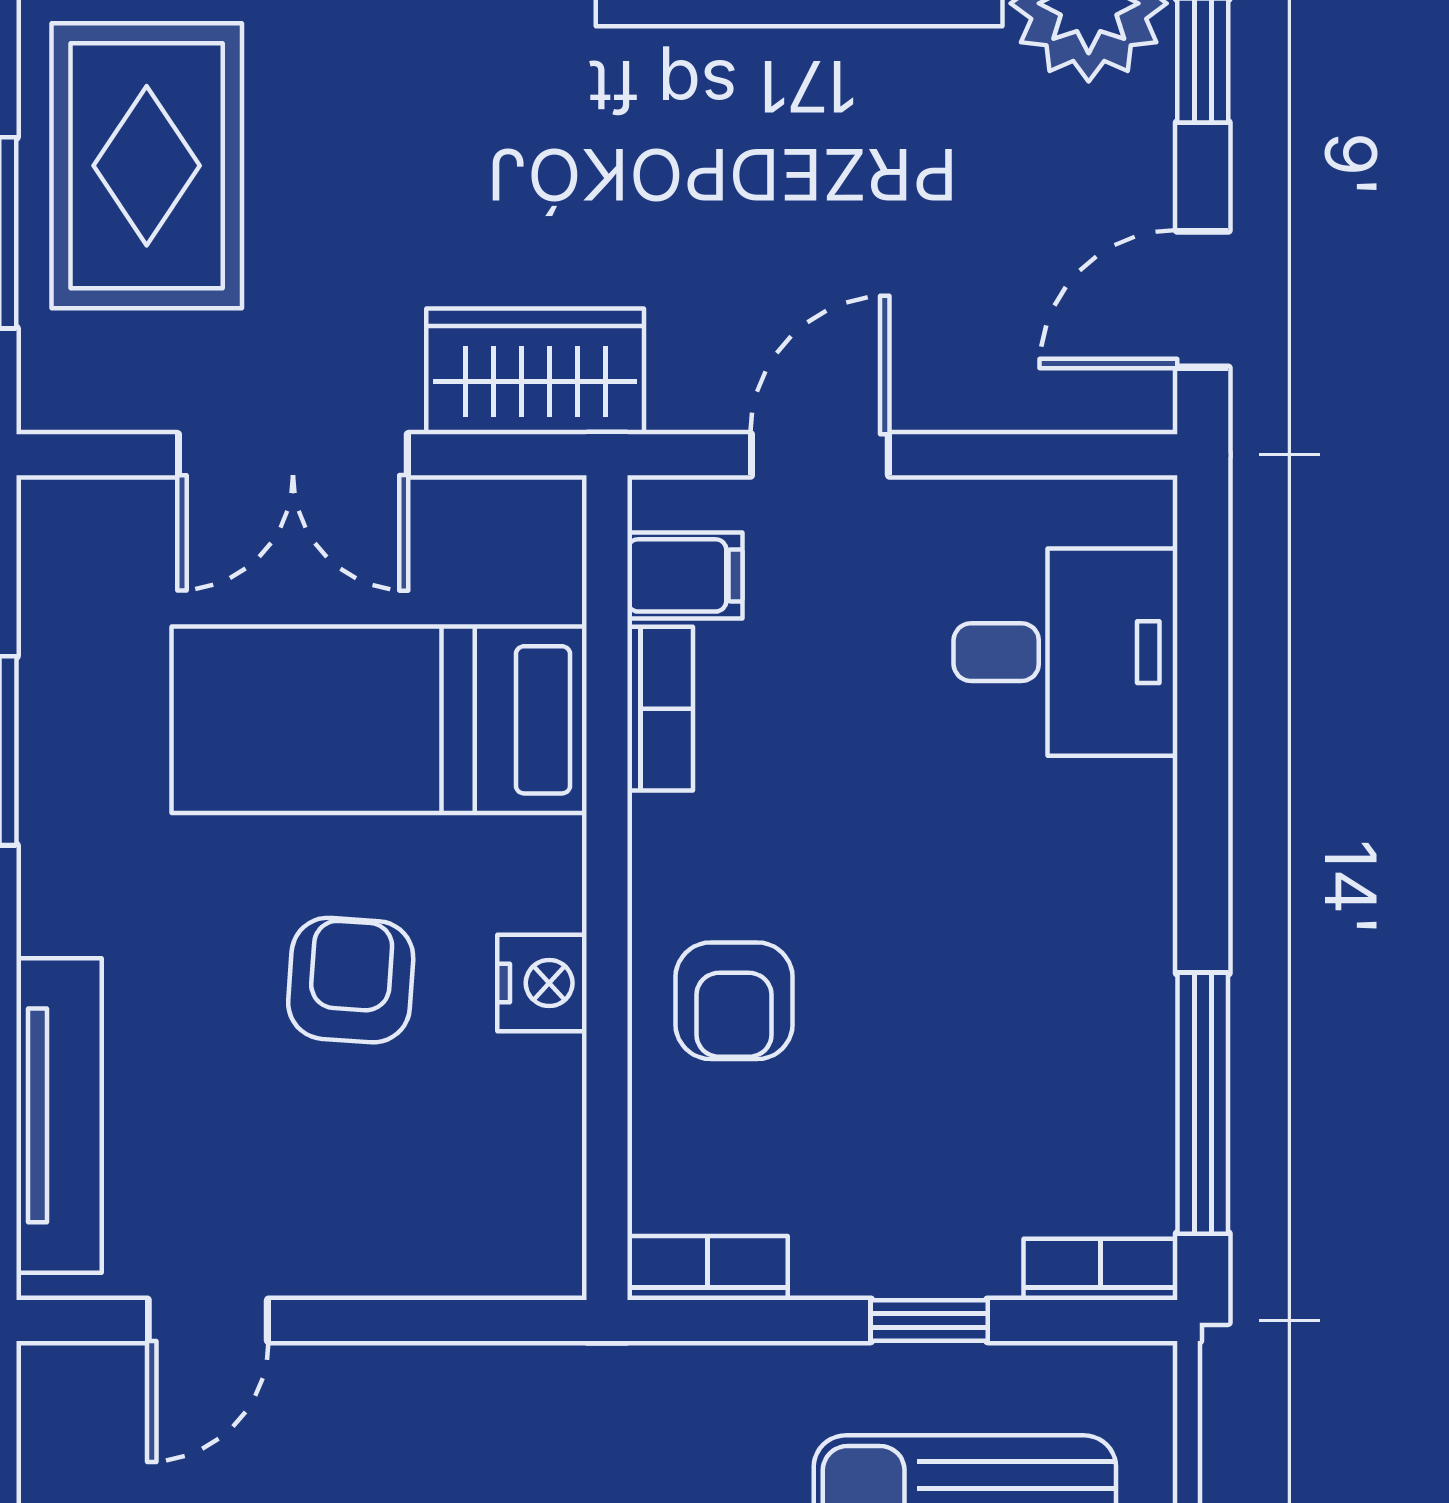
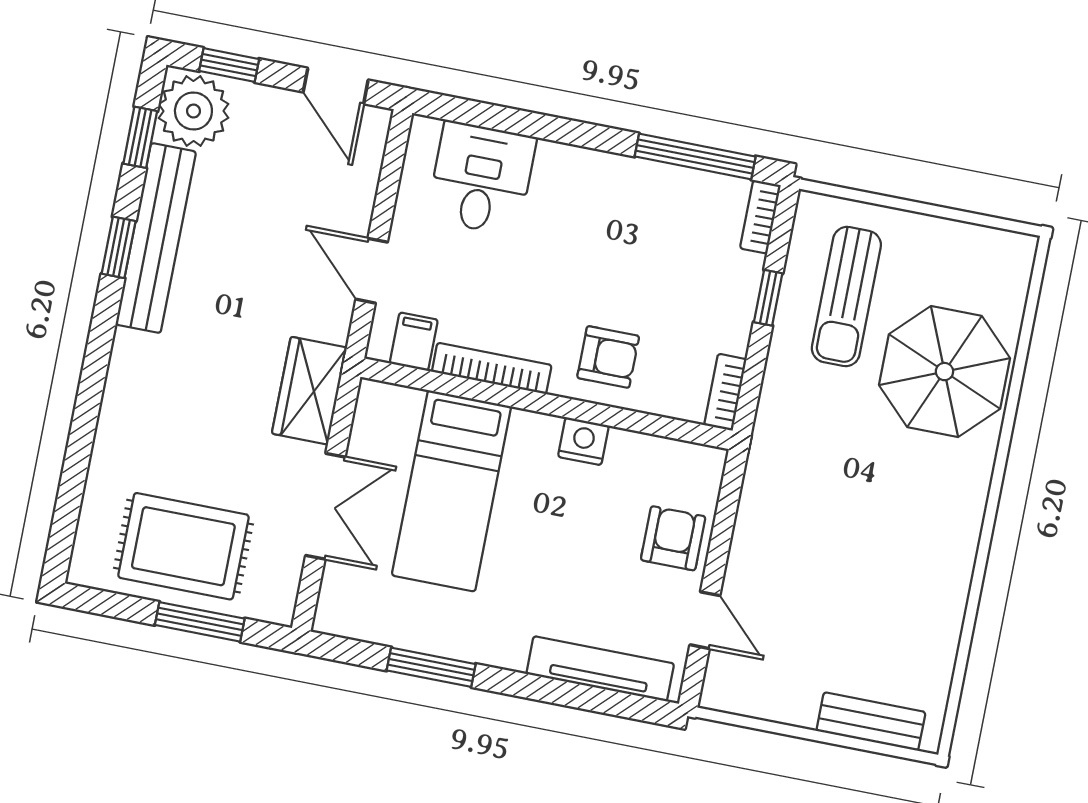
bookcase: (660, 709) -> (492, 368), width x1.56
armchair: (351, 980) -> (673, 538), moved, turned 86

